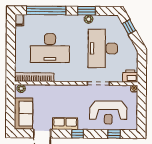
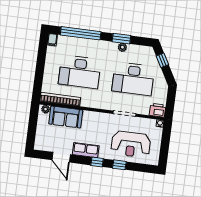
desk: (103, 48) -> (133, 79), turned -90
sofa: (23, 114) -> (66, 117), moved, turned 90
window: (114, 134) -> (119, 165), moved

